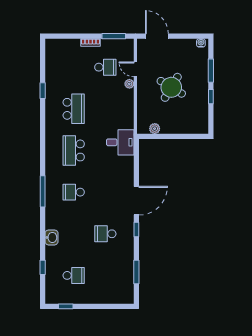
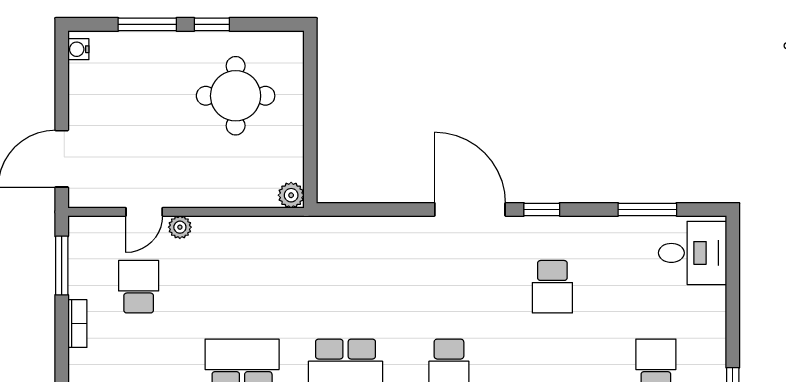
round table: (171, 87) -> (236, 96), moved, turned -31
plant: (155, 129) -> (291, 195), moved
desk: (120, 142) -> (692, 253), moved, turned 90

